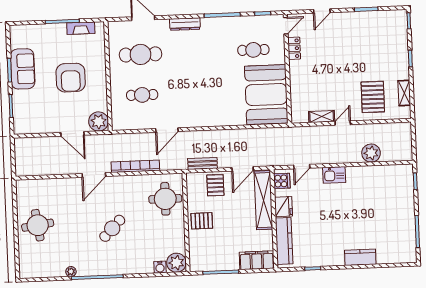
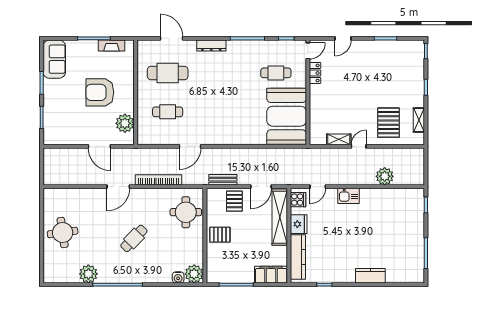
sofa: (23, 69) -> (54, 59), moved
armchair: (71, 78) -> (100, 92), turned 90
plant: (99, 121) -> (125, 123), moved
plant: (71, 272) -> (88, 274), width x1.88, depth x1.88

